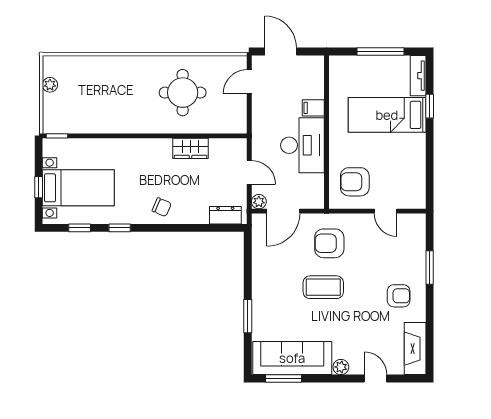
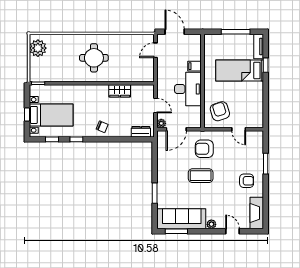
plant: (50, 85) -> (38, 48), width x1.88, depth x1.88
round table: (183, 93) -> (94, 58), moved
armchair: (355, 182) -> (220, 111), turned 72

